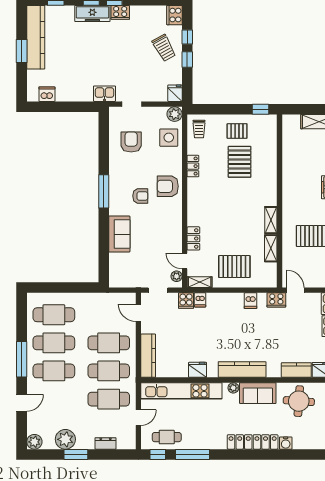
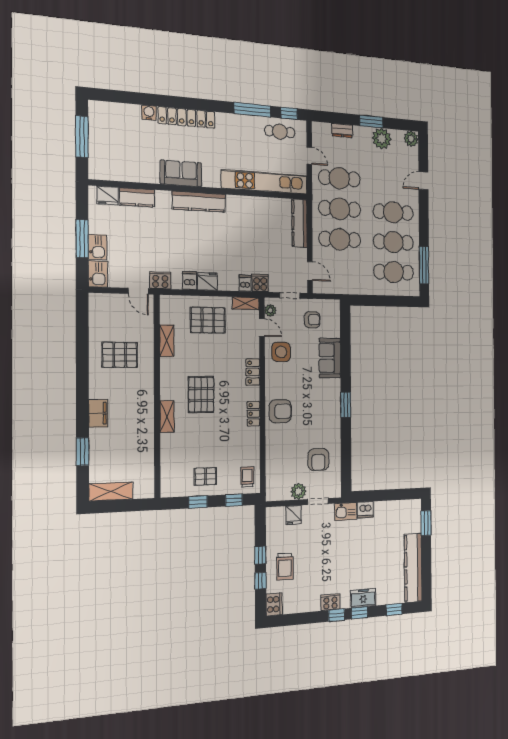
freezer: (92, 13) -> (363, 598), width x0.71
trolley: (164, 48) -> (285, 566), turned -151
window: (22, 51) -> (426, 523), moved
fridge: (175, 93) -> (294, 515), moved
dishwasher: (47, 94) -> (365, 510), moved
window: (211, 109) -> (234, 500), added
window: (260, 109) -> (198, 502), moved
plant: (175, 114) -> (299, 491), moved
side table: (169, 138) -> (281, 352), moved
pallet: (240, 162) -> (201, 395), moved
locker: (193, 166) -> (253, 414), moved
window: (104, 191) -> (346, 405), width x0.69
armchair: (140, 196) -> (312, 320), moved, turned 180
shelving: (271, 220) -> (167, 417), moved
locker: (193, 238) -> (253, 372), moved
window: (22, 359) -> (424, 265), moved
fridge: (198, 370) -> (208, 281), moved, turned 180
plant: (233, 388) -> (208, 181), removed
round table: (299, 401) -> (134, 160), removed
door: (138, 418) -> (309, 156), swing flipped

